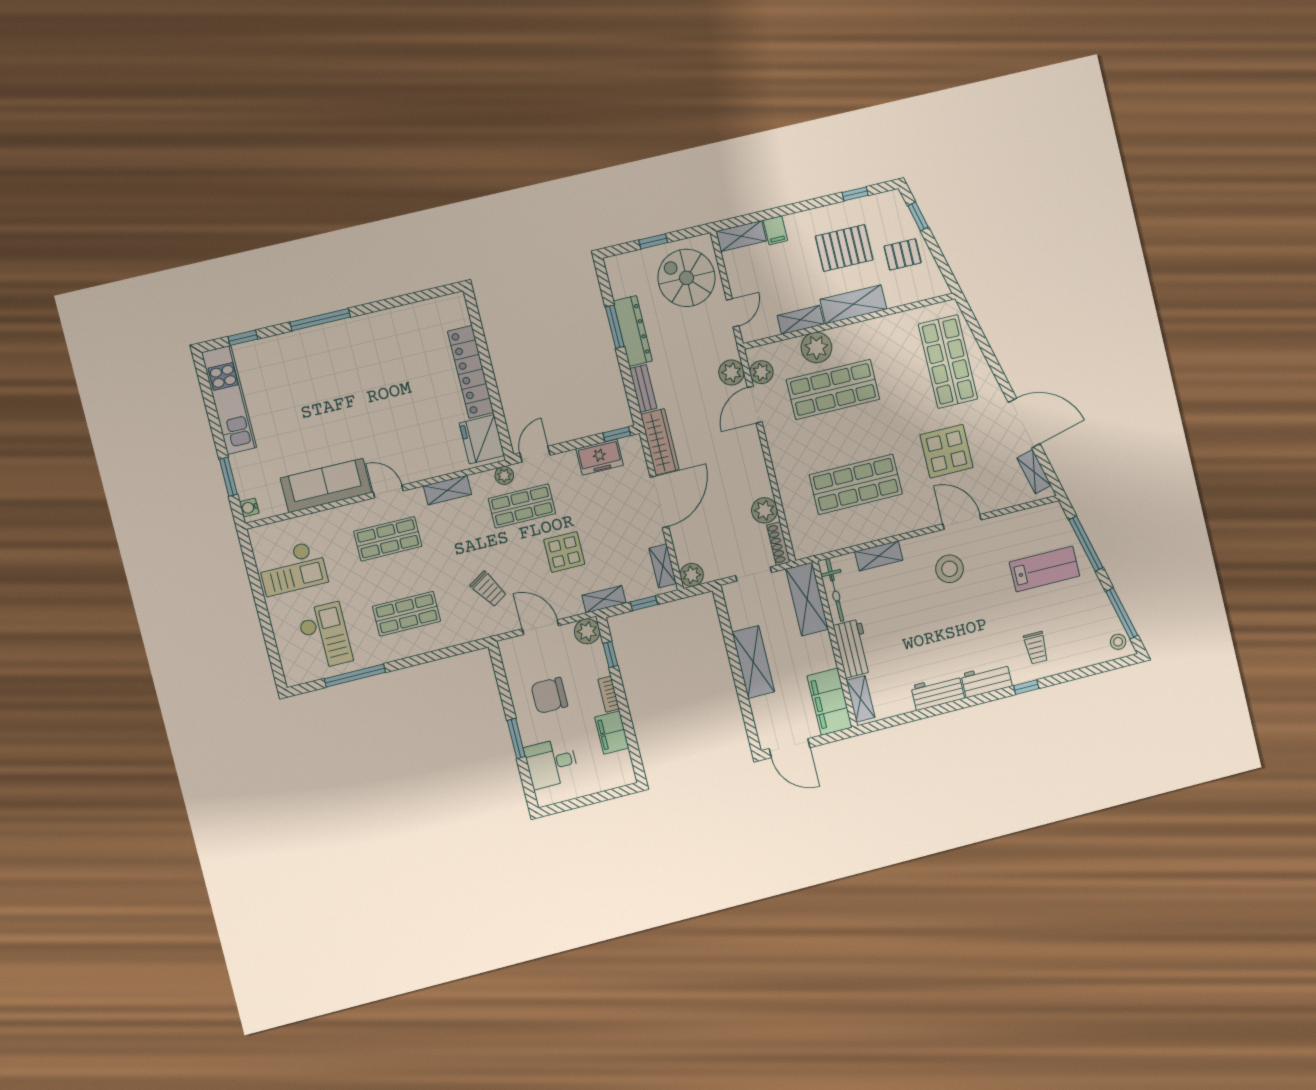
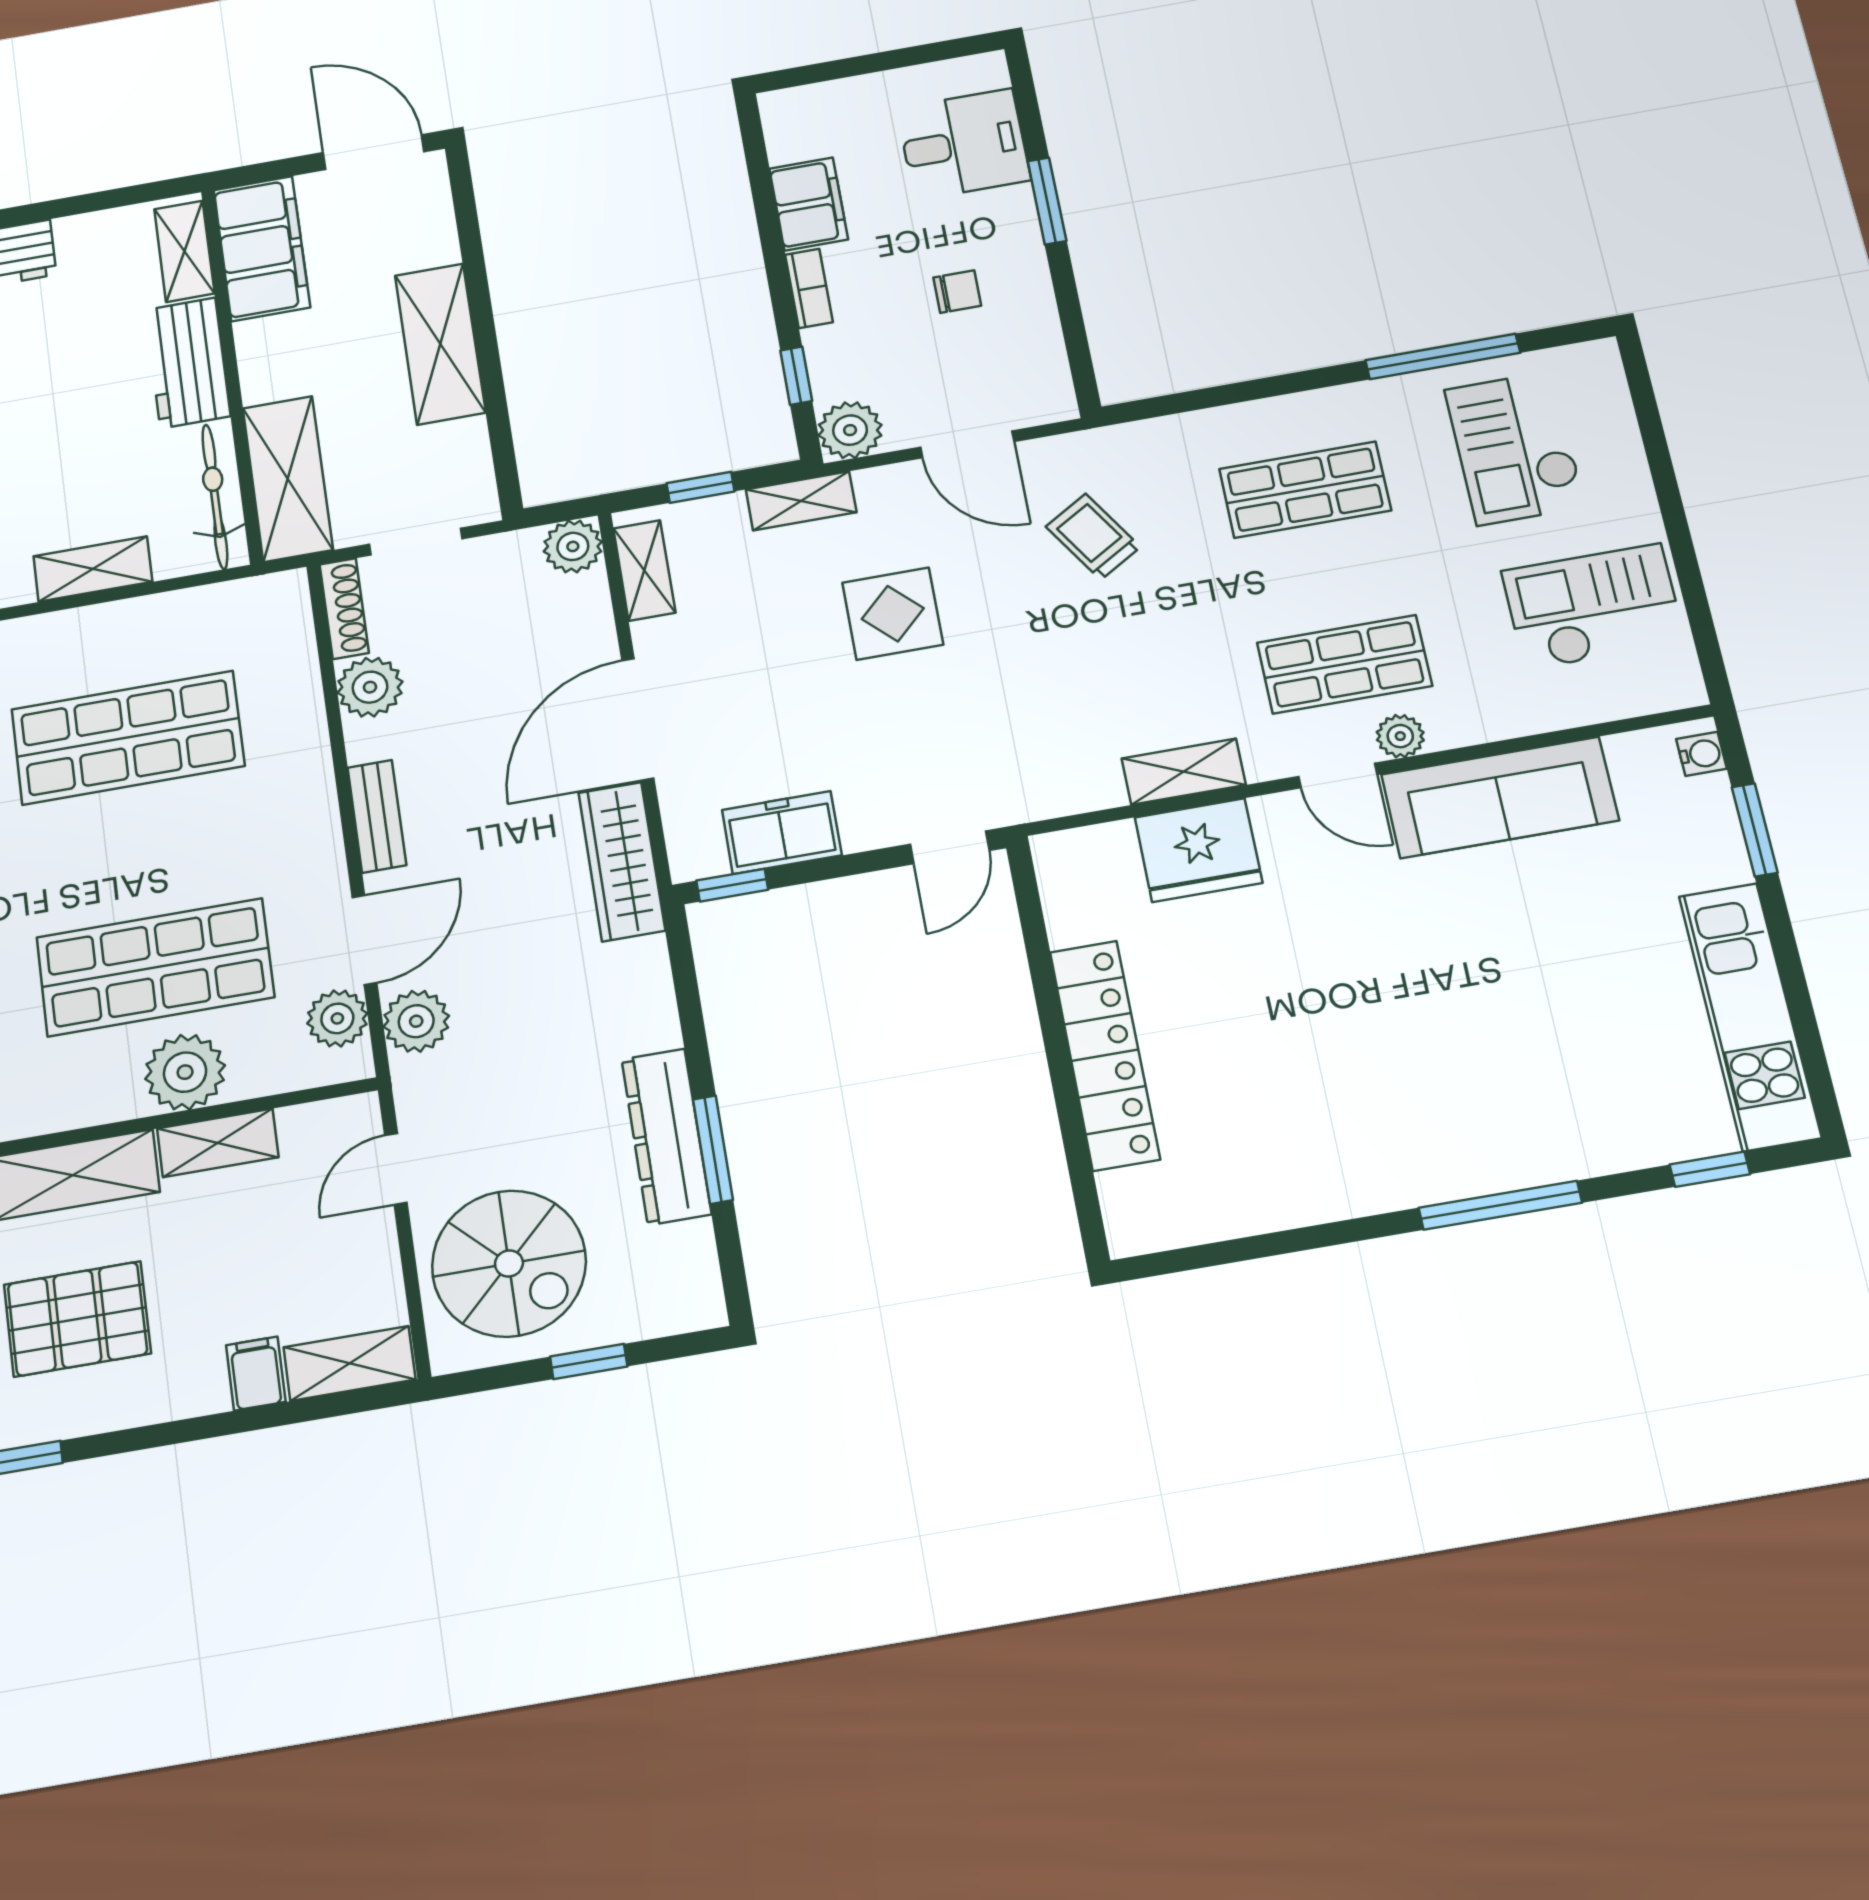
bench: (643, 388) -> (377, 816), moved
fridge: (482, 439) -> (1198, 850), moved, turned 90
plant: (504, 475) -> (1400, 736), moved
shop shelf: (522, 506) -> (993, 726), removed
chair: (549, 695) -> (957, 292), width x0.54, depth x0.54

